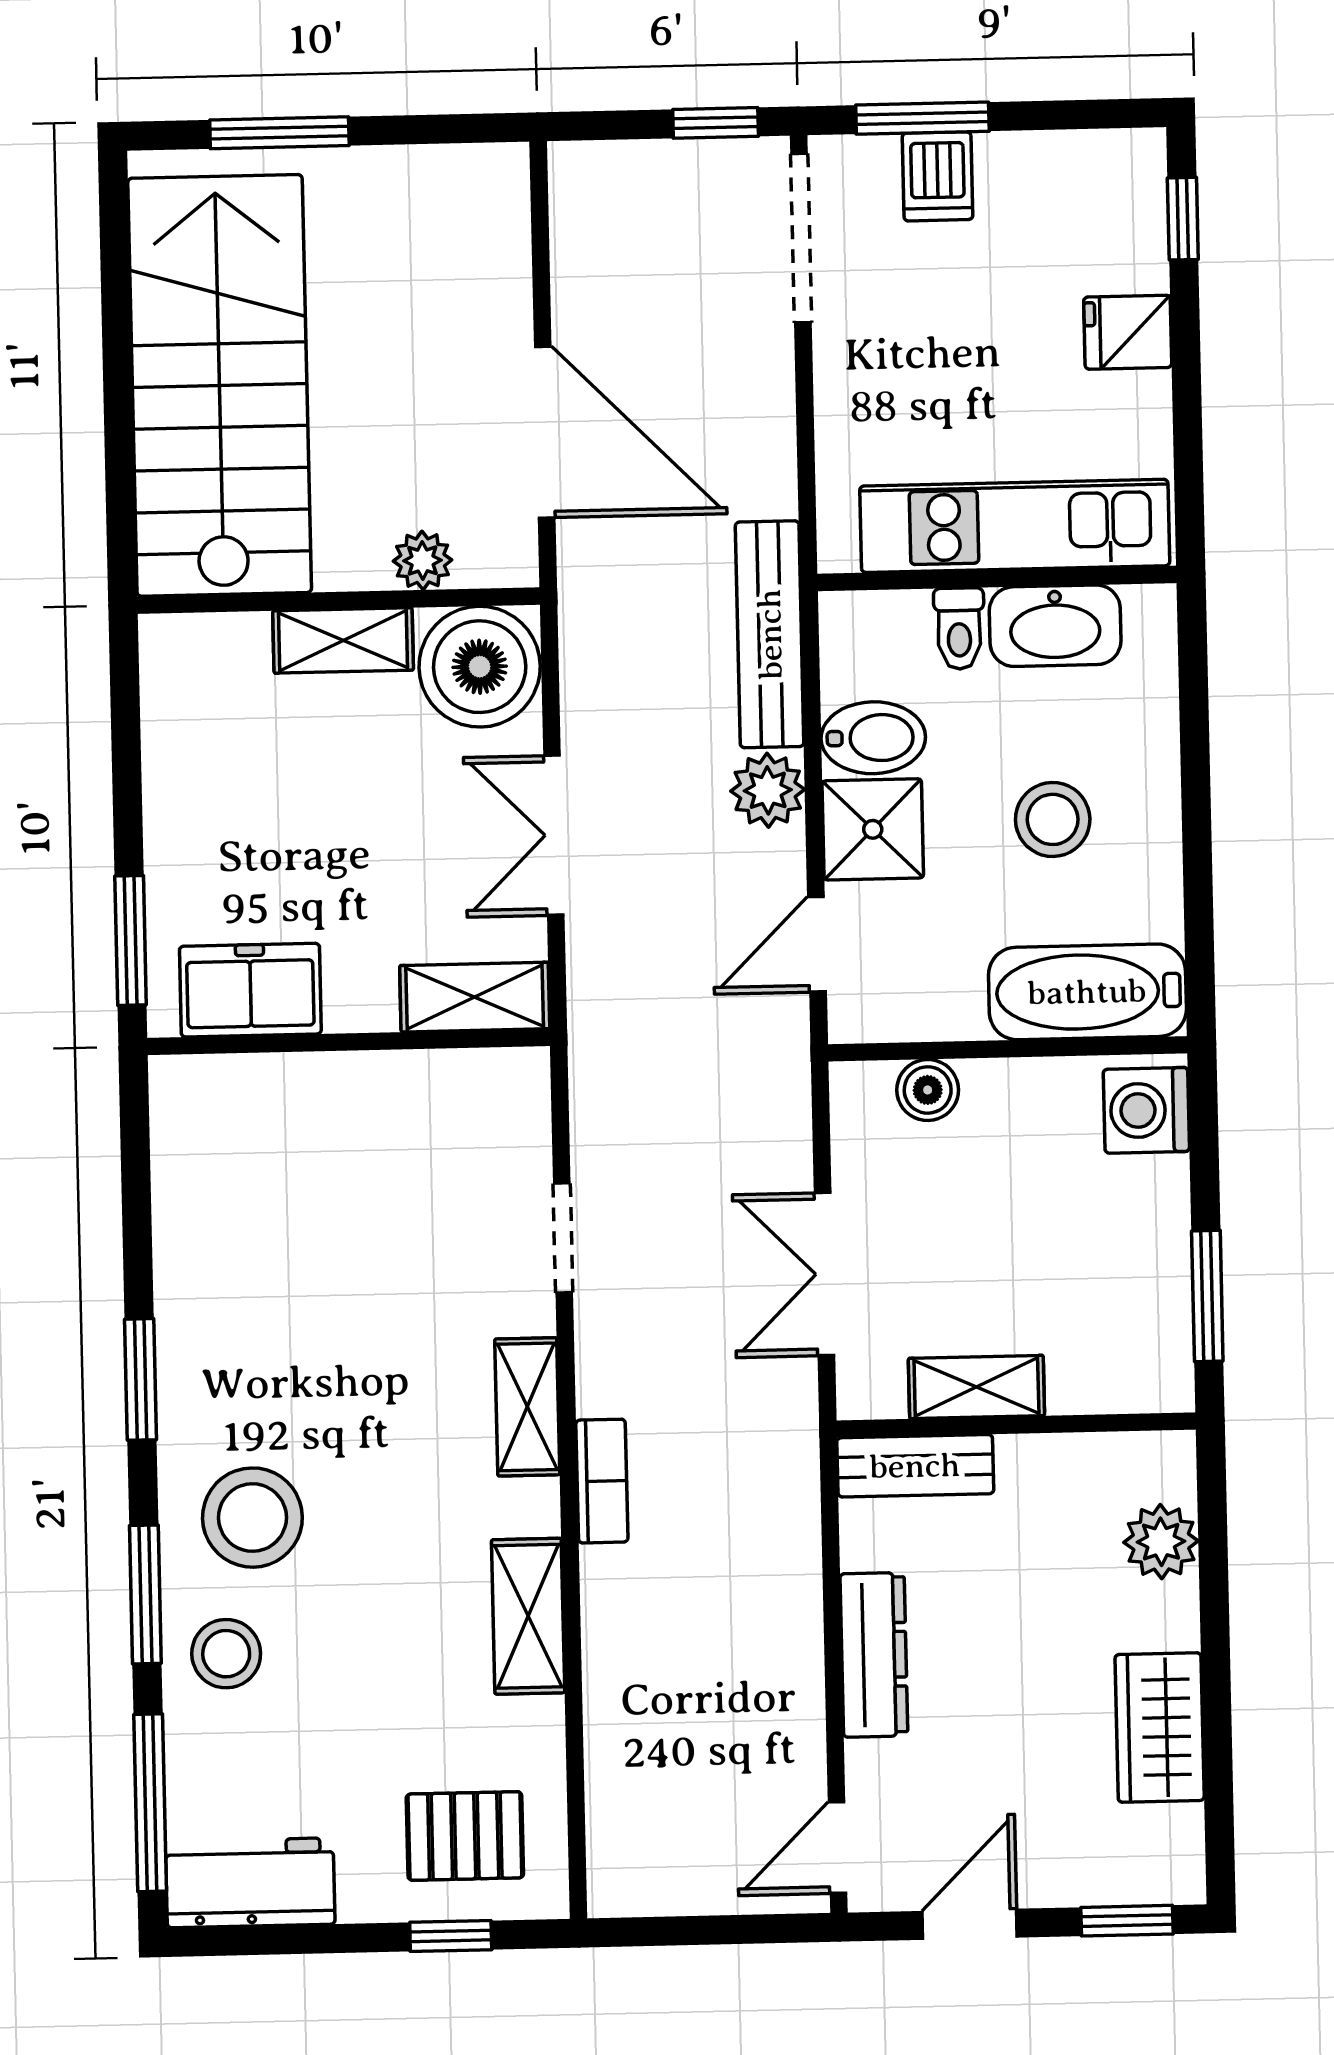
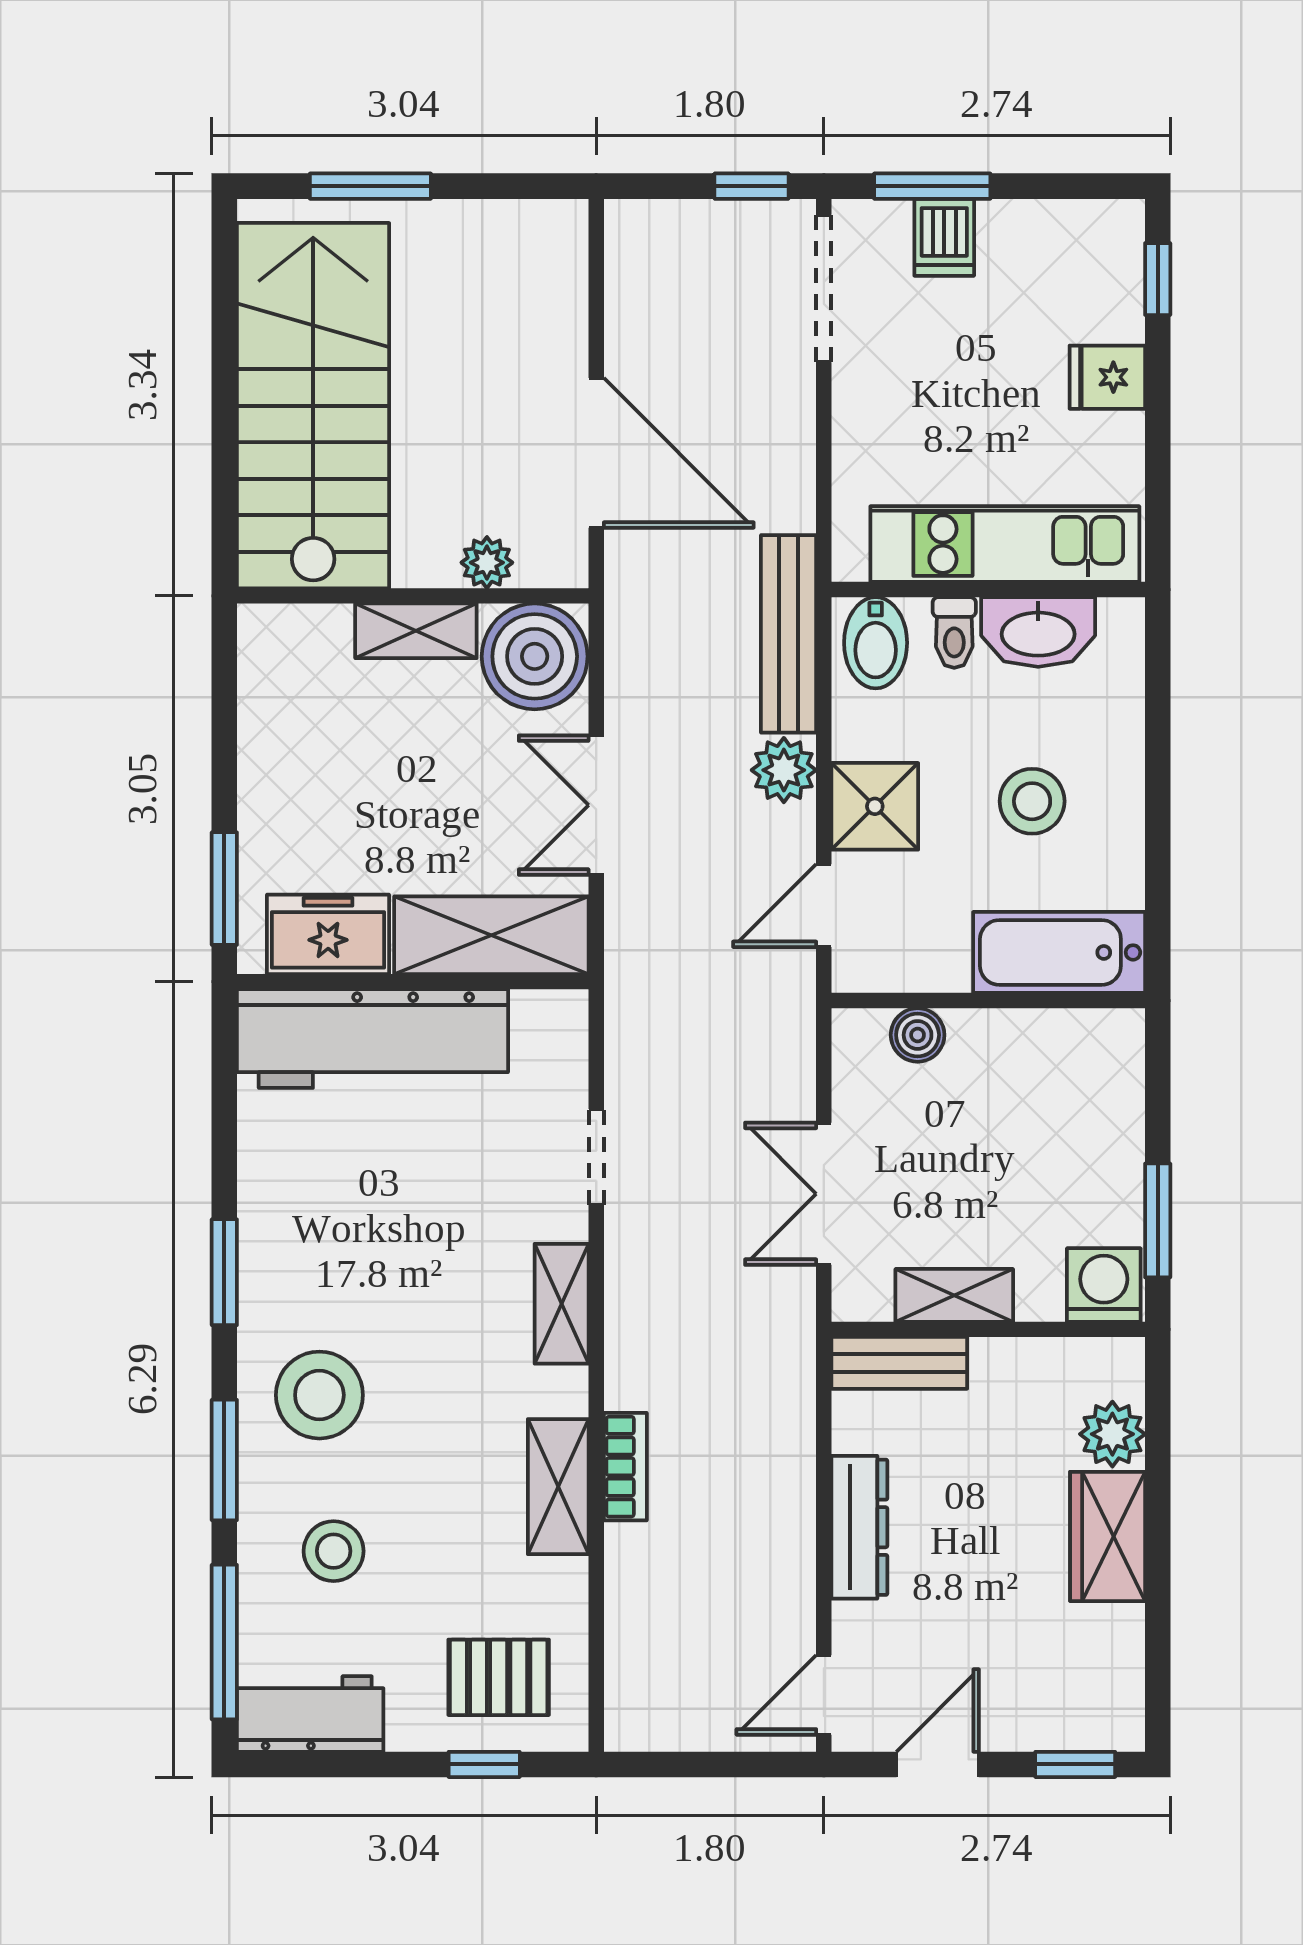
bidet: (873, 738) -> (876, 643), moved, turned 90
shelving: (475, 997) -> (491, 935), width x1.50, depth x1.33
workbench: (304, 1108) -> (373, 1039), added
washing machine: (1146, 1110) -> (1104, 1285), moved, turned 90
bookcase: (602, 1481) -> (625, 1467), moved
stool: (226, 1654) -> (334, 1551), moved
wardrobe: (1160, 1727) -> (1108, 1536), moved

